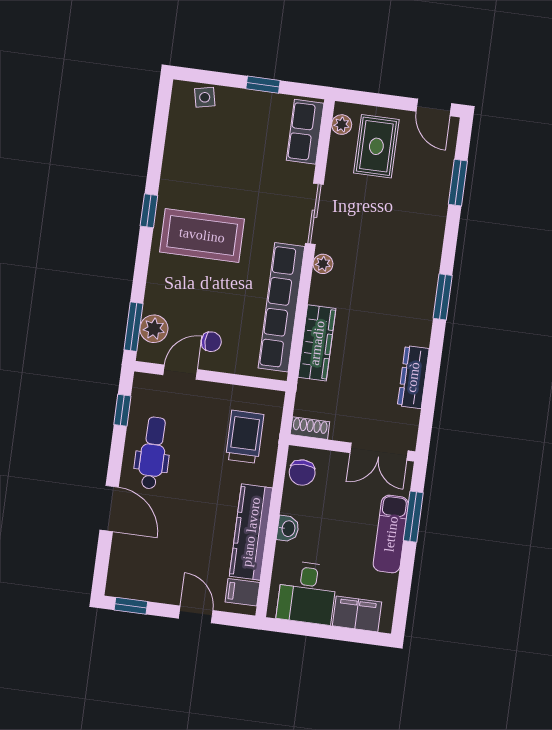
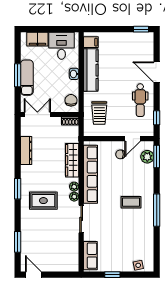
plant: (342, 125) -> (74, 187), moved
rug: (376, 146) -> (43, 201), moved, turned 90
window: (149, 211) -> (157, 210), width x2.17
coffee table: (202, 235) -> (131, 202), width x0.54, depth x0.58
window: (413, 517) -> (18, 75), moved
door: (196, 614) -> (111, 29), removed

